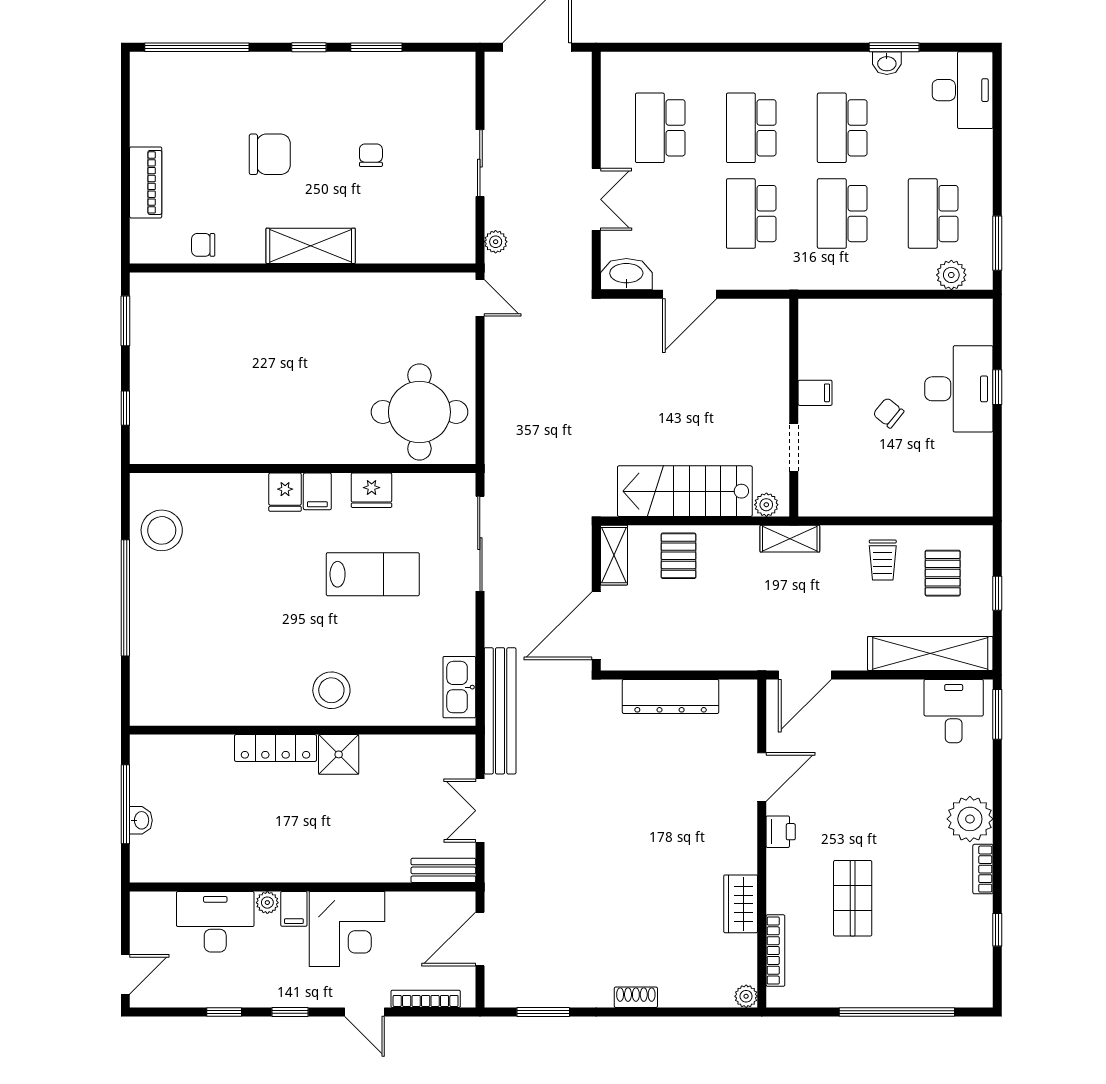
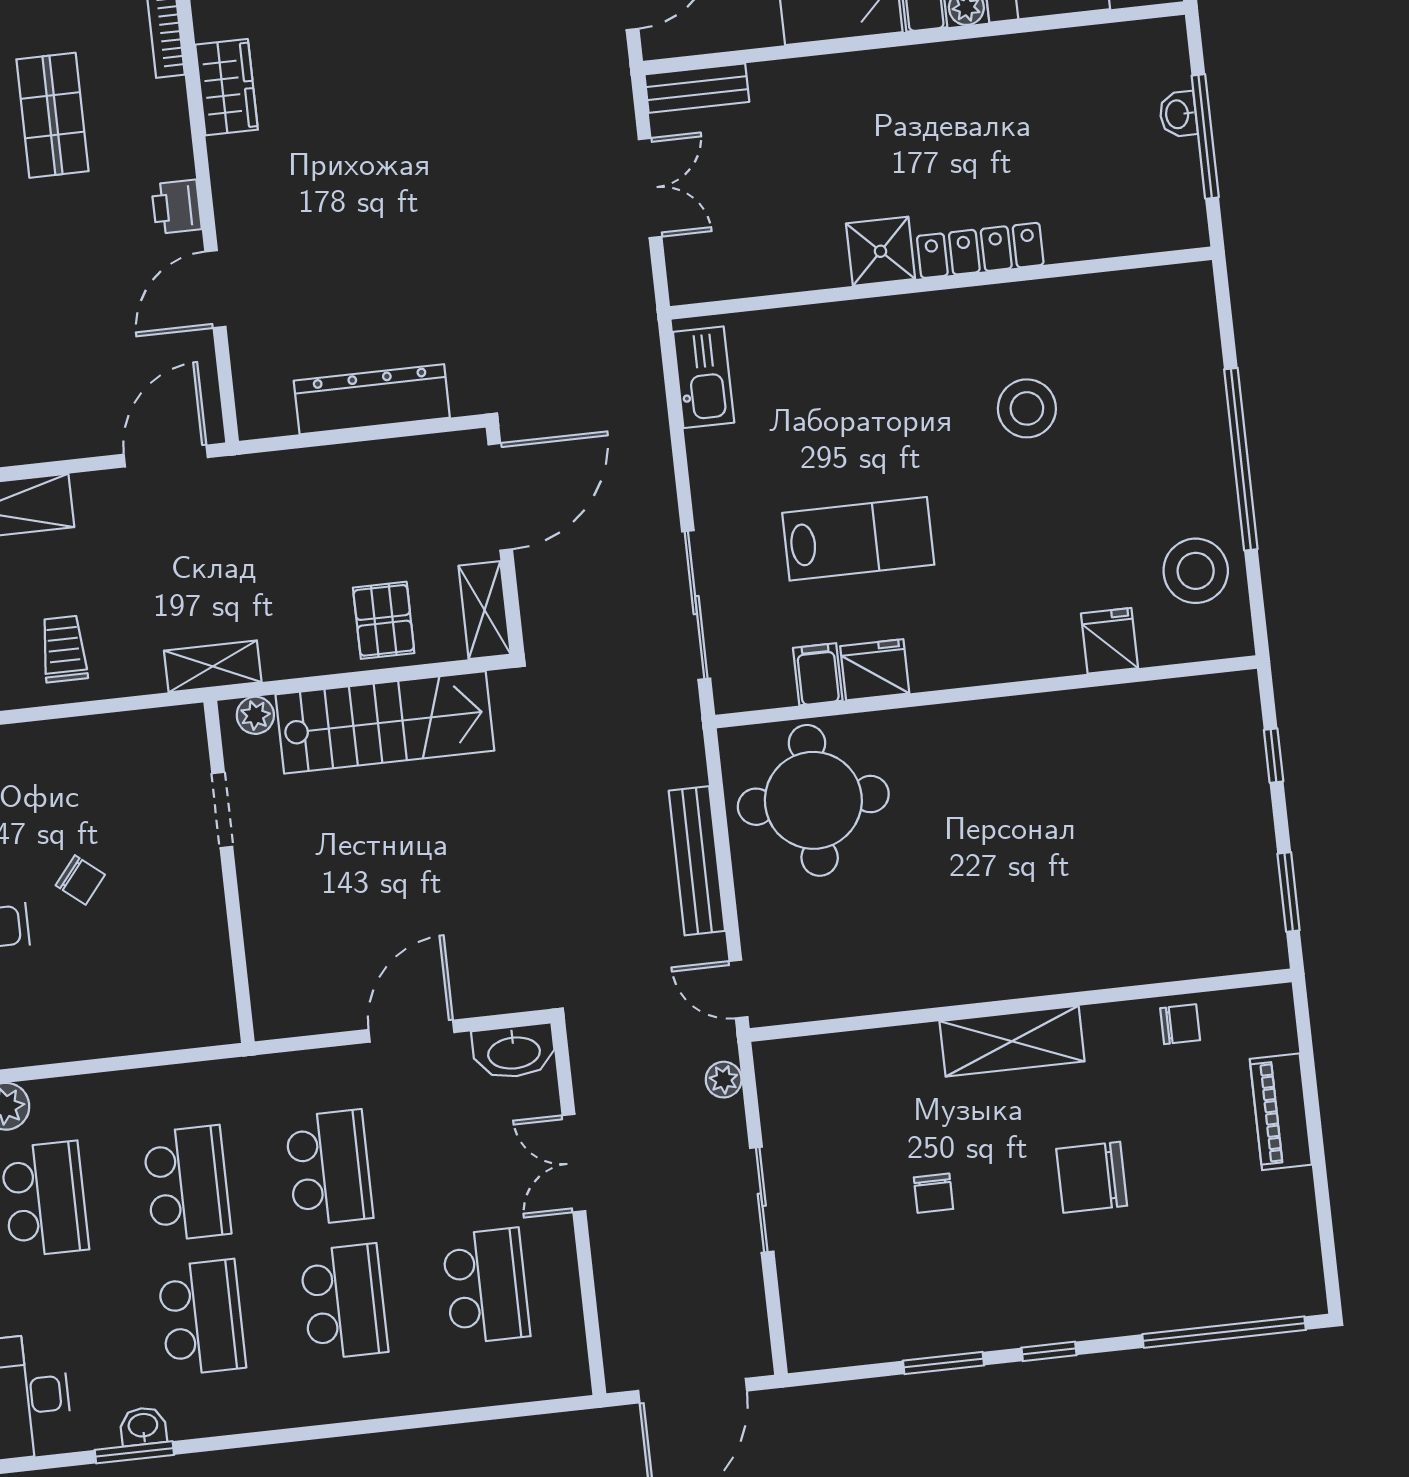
filing cabinet: (815, 393) -> (198, 899), removed
filing cabinet: (317, 491) -> (818, 674), moved
fridge: (285, 492) -> (1109, 641), moved
lab bench: (373, 574) -> (858, 539), turned 180
stool: (331, 690) -> (1027, 408), moved
bench: (500, 711) -> (697, 861), moved, width x0.73, depth x0.82

